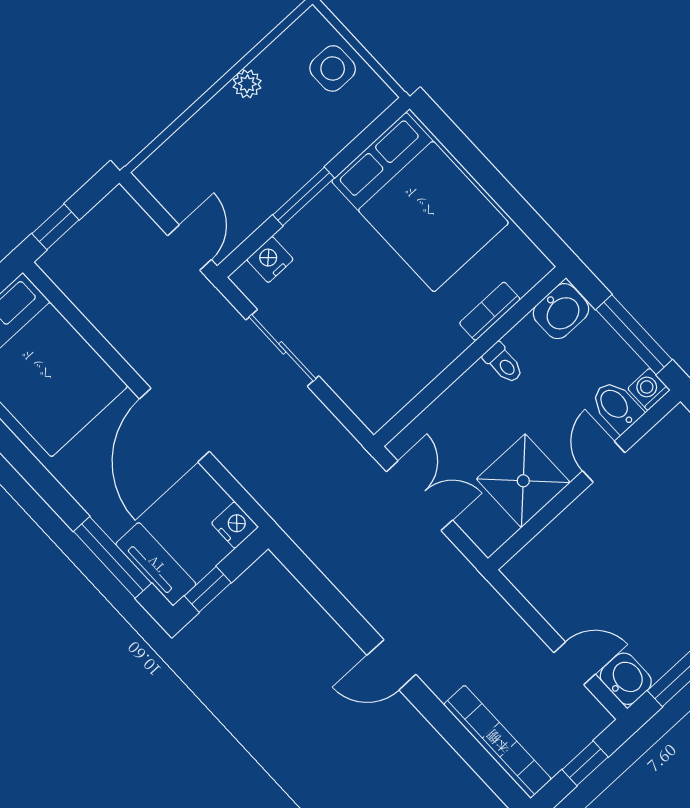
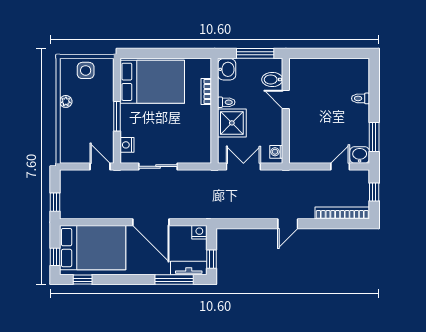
washing machine: (649, 389) -> (276, 152), moved
shower: (523, 481) -> (232, 123), moved

